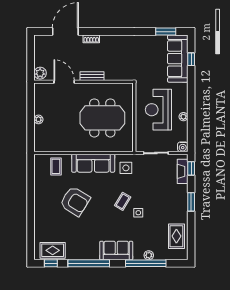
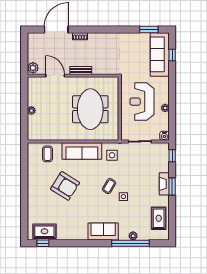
meeting table: (102, 118) -> (90, 109), turned 90
fireplace: (183, 171) -> (164, 184), moved
window: (89, 263) -> (78, 243), removed

